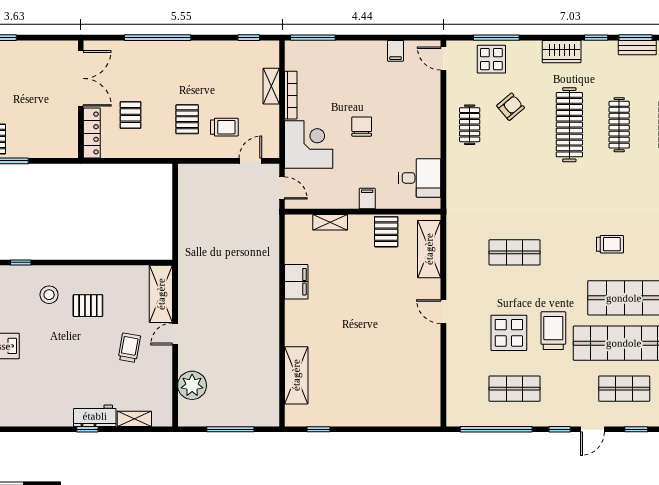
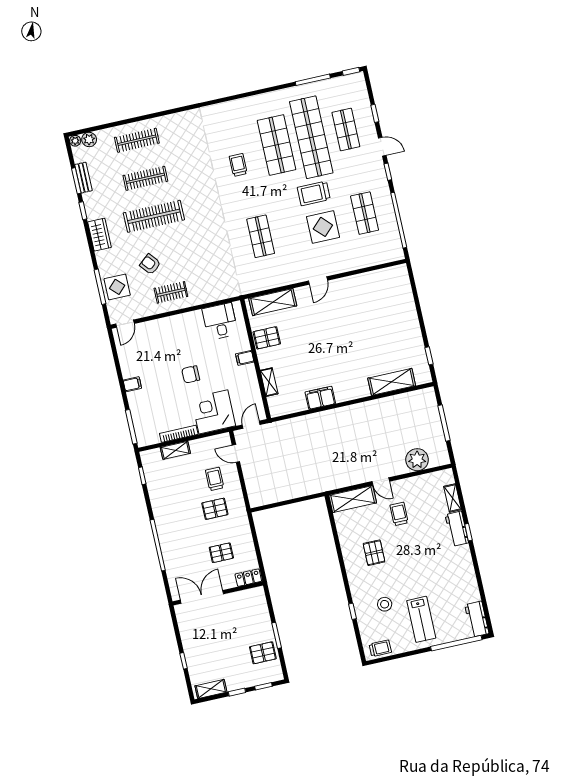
filing cabinet: (396, 51) -> (132, 384), moved
locker: (92, 133) -> (248, 578), width x0.66
stool: (49, 295) -> (385, 604), moved
trolley: (129, 348) -> (399, 514), turned 80

